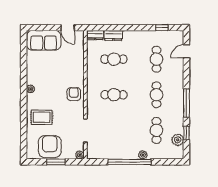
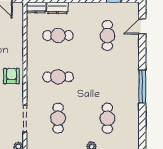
cafe table: (156, 95) -> (58, 118), moved
window: (186, 133) -> (142, 121), removed
plant: (178, 140) -> (132, 129), removed

